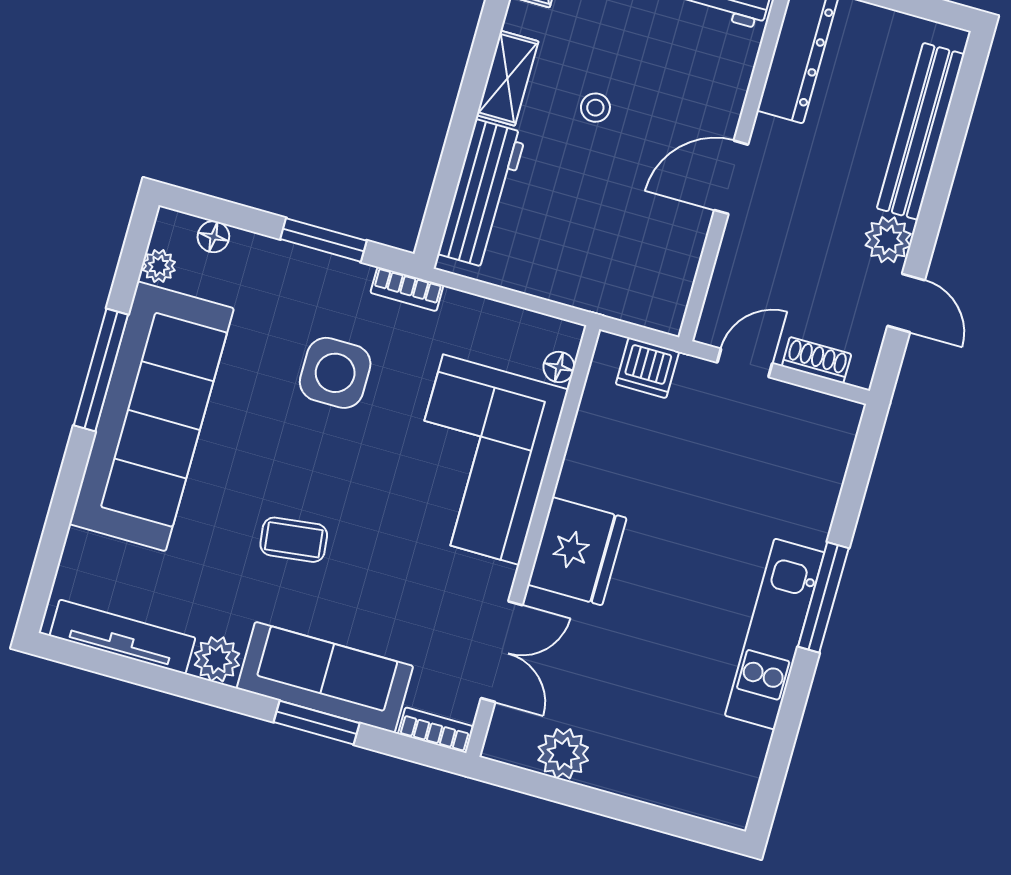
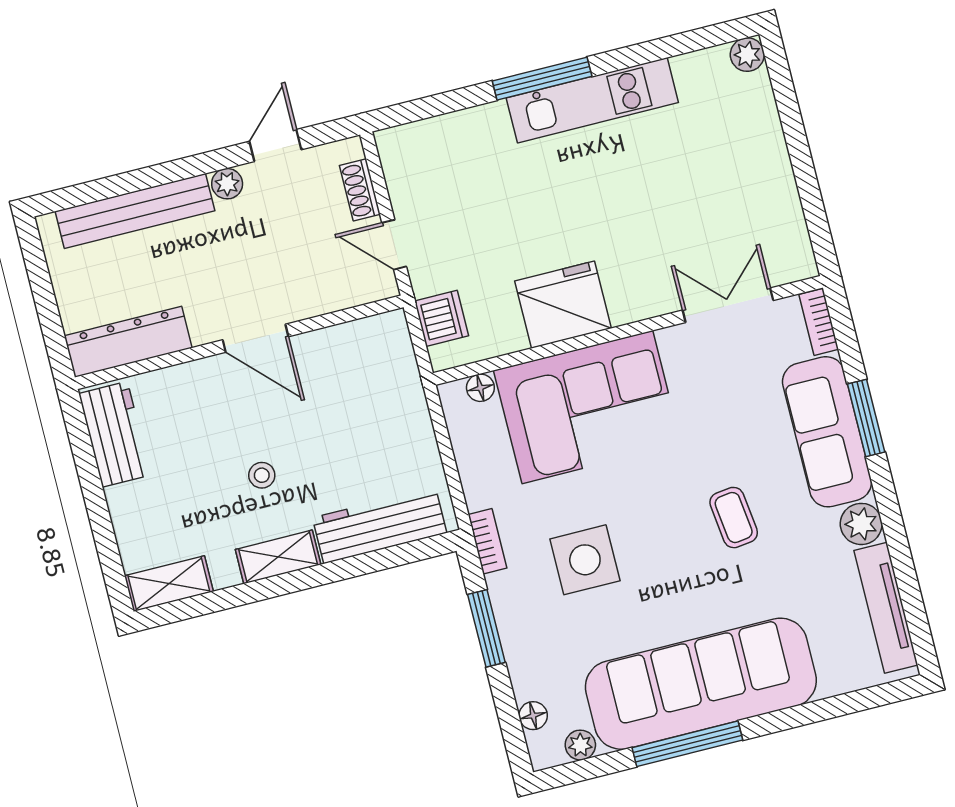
plant: (888, 240) -> (227, 184), width x0.73, depth x0.73
fridge: (577, 551) -> (563, 305), moved
plant: (563, 754) -> (747, 55), moved, width x0.73, depth x0.73

